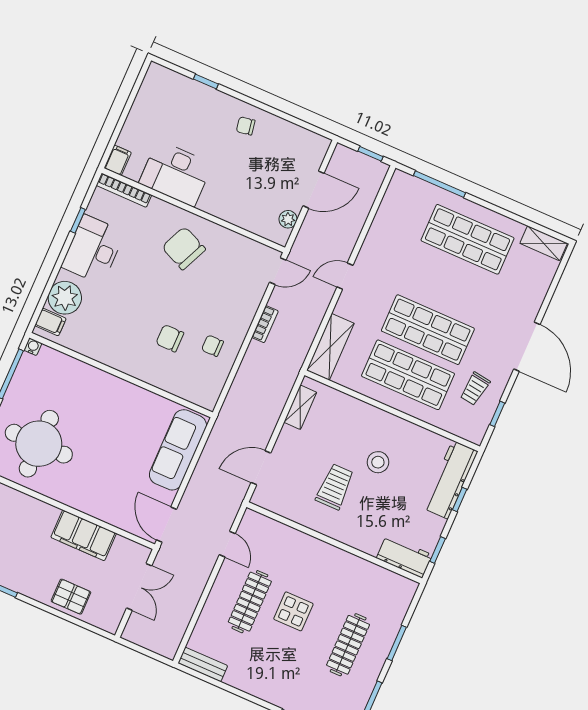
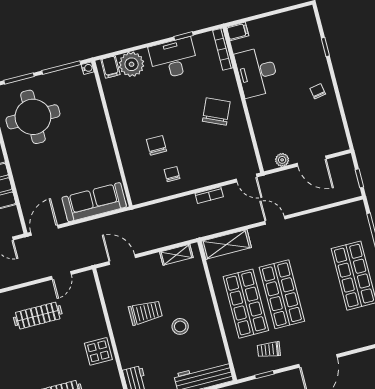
display table: (293, 611) -> (98, 351), moved

